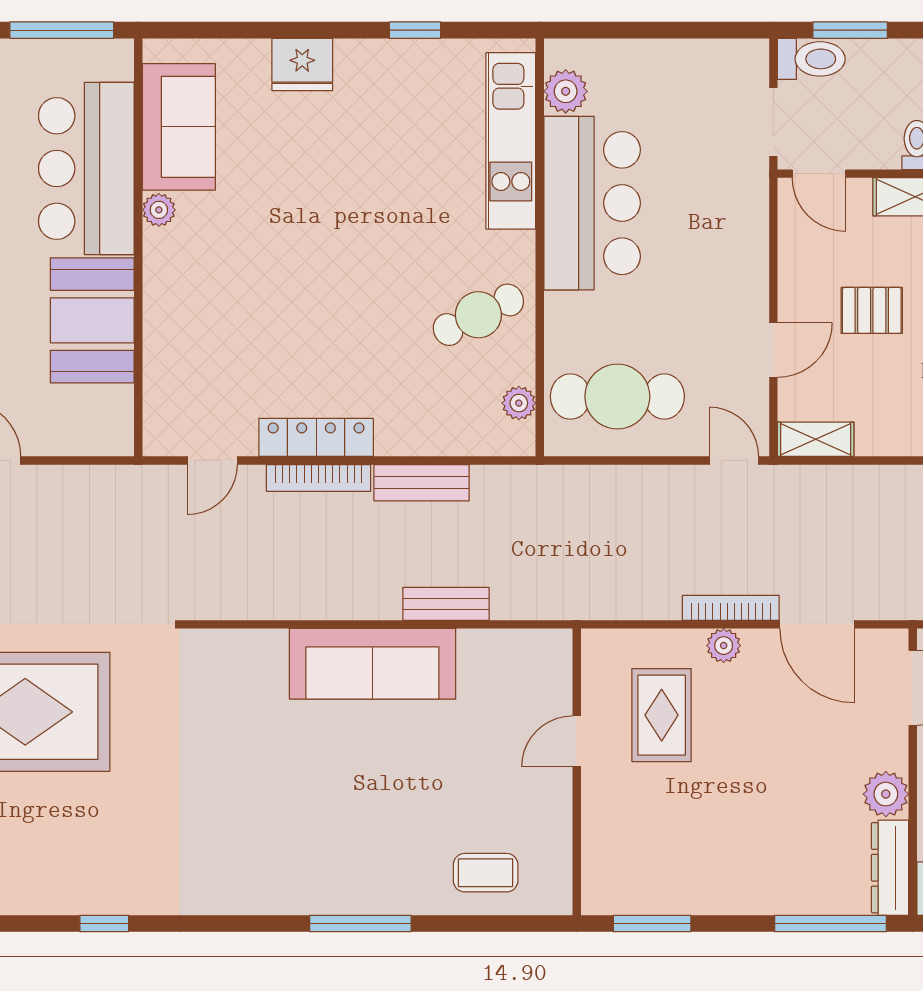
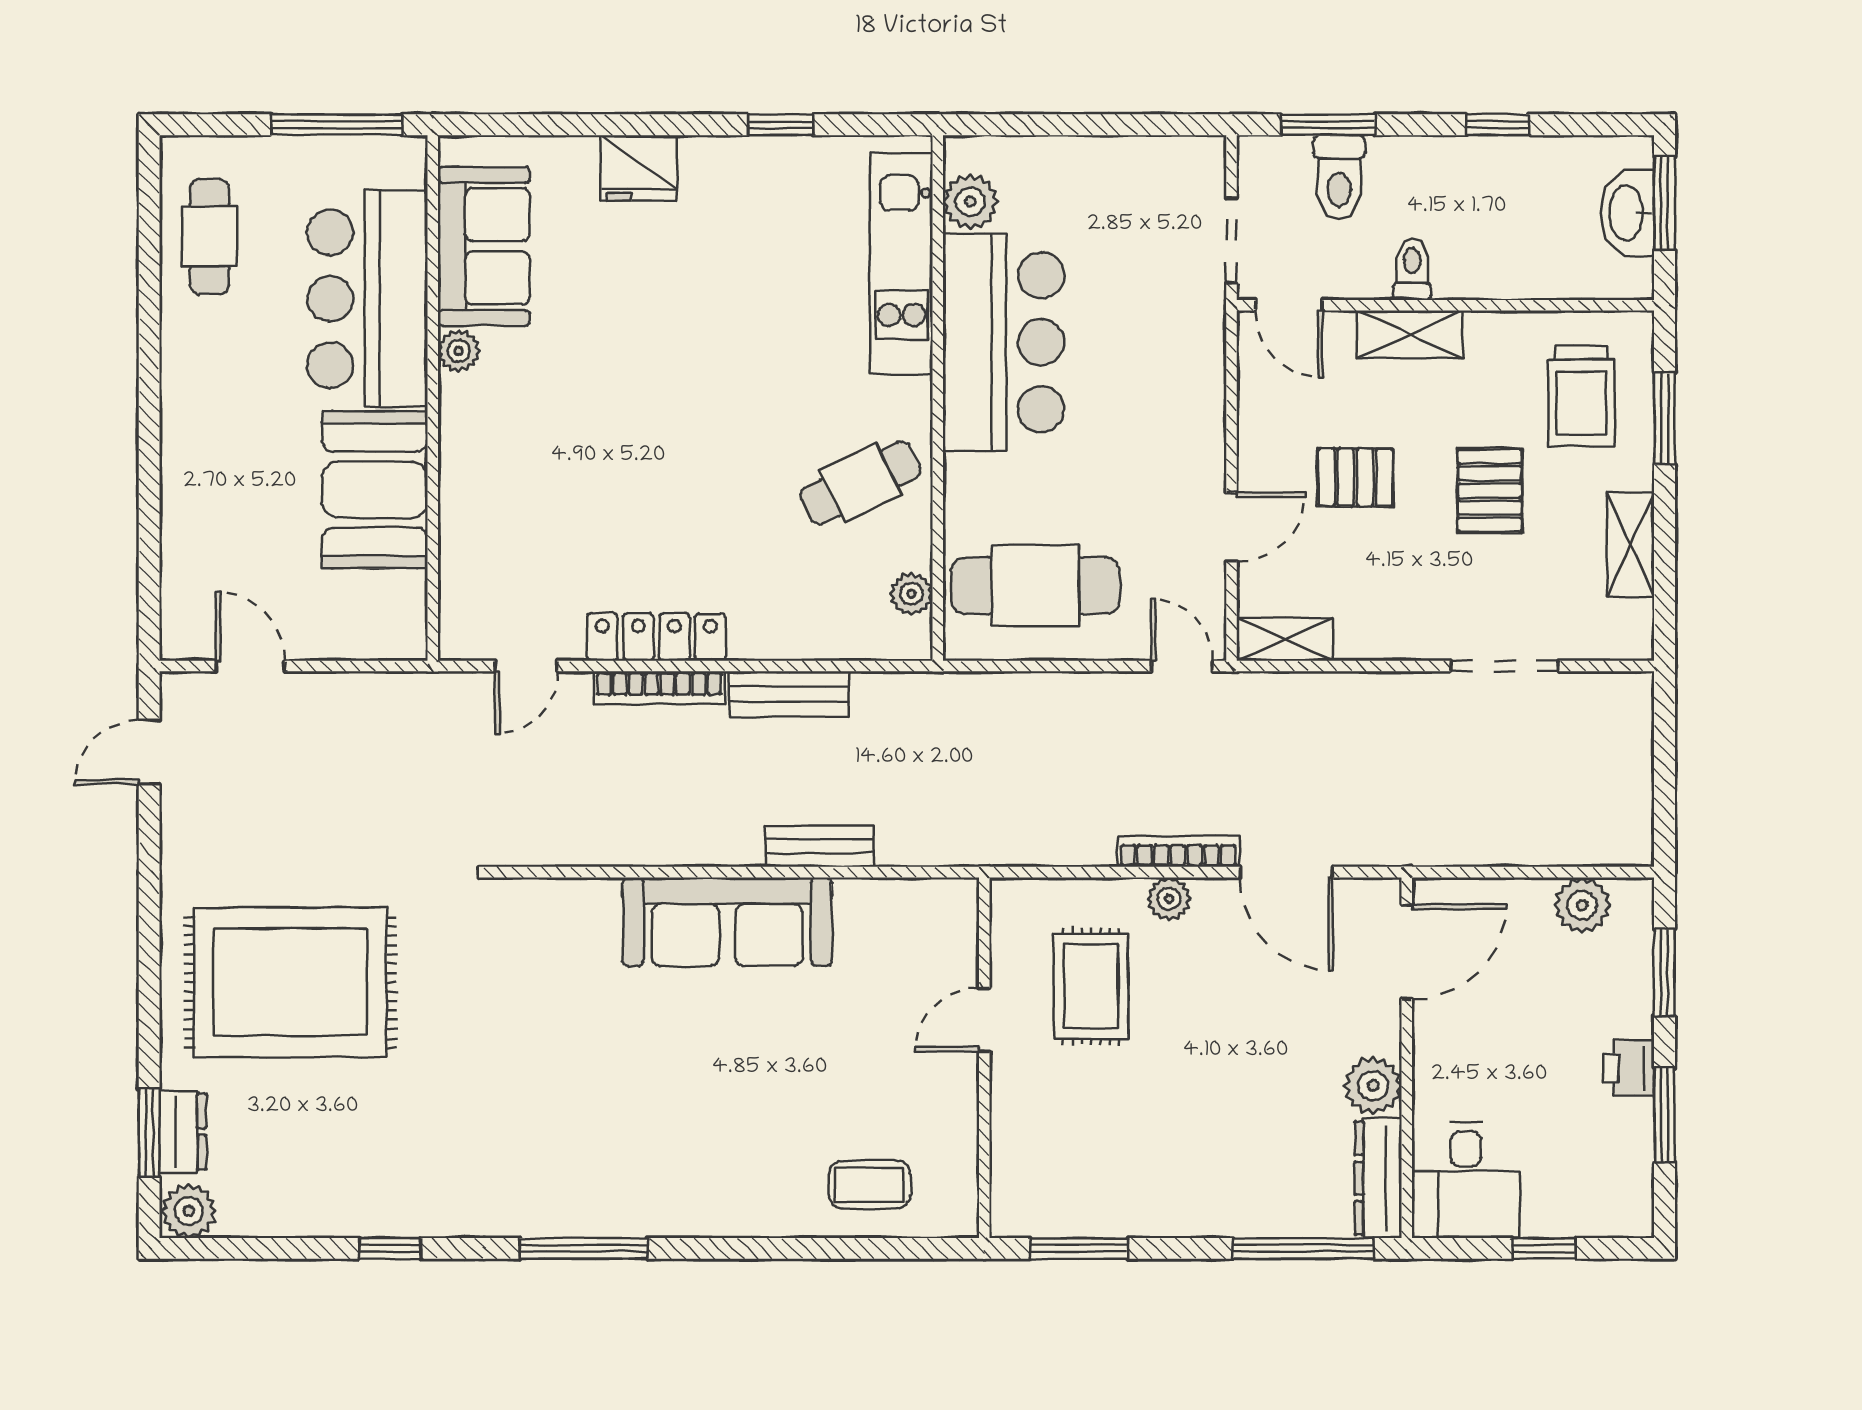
toilet: (811, 59) -> (1339, 178), moved, turned 90
window: (360, 923) -> (584, 1248), moved

